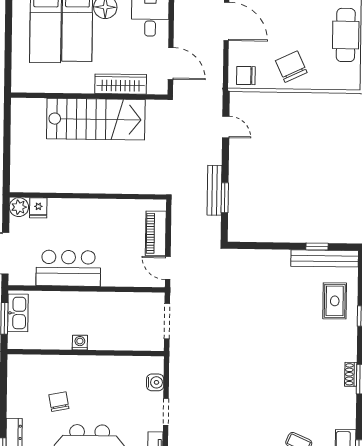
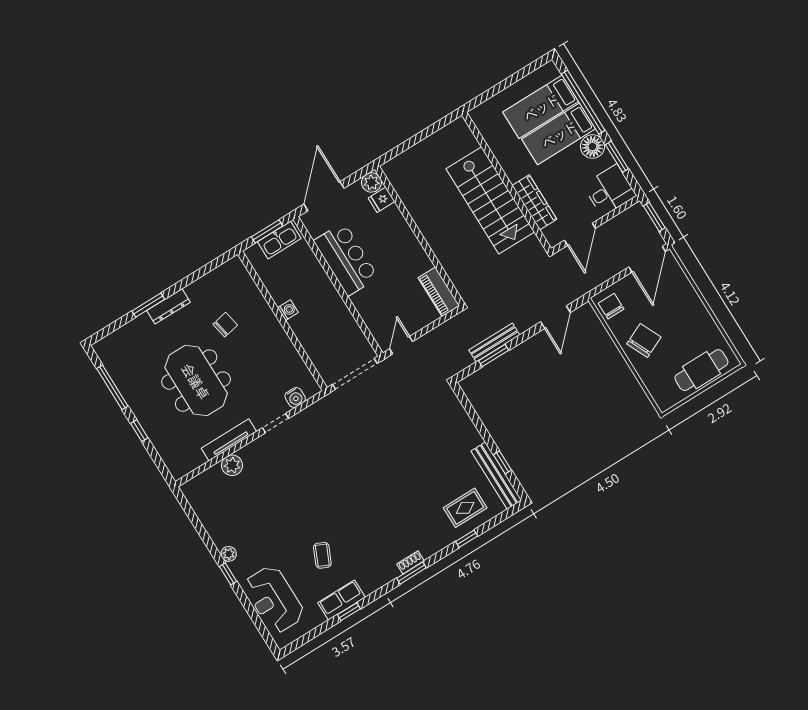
door: (226, 127) -> (555, 317), width x1.38
piano: (156, 233) -> (439, 292), moved, turned -90
doorway: (167, 321) -> (355, 374), width x1.36

